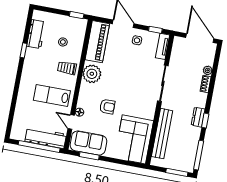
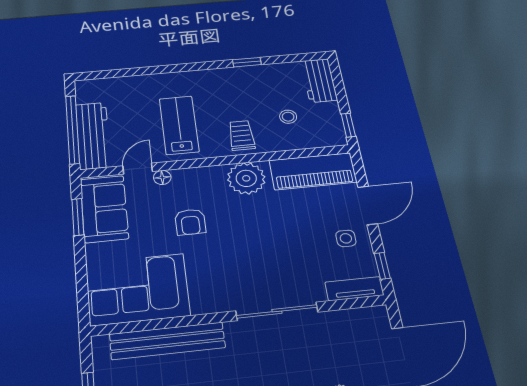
workbench: (36, 34) -> (319, 80), moved, turned 90

